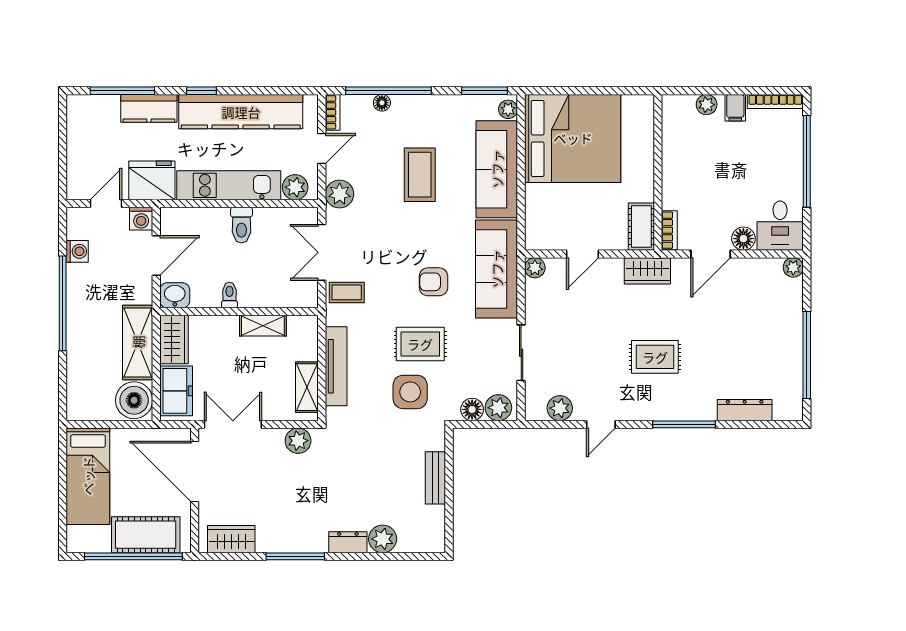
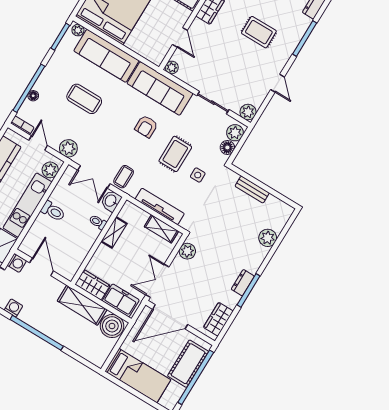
washbasin: (175, 295) -> (111, 201), moved
toilet: (229, 295) -> (98, 222), moved
rug: (655, 357) -> (259, 32), turned 90
side table: (410, 392) -> (198, 175), width x0.54, depth x0.54
plant: (560, 408) -> (248, 112), moved
dresser: (348, 542) -> (243, 283), moved

